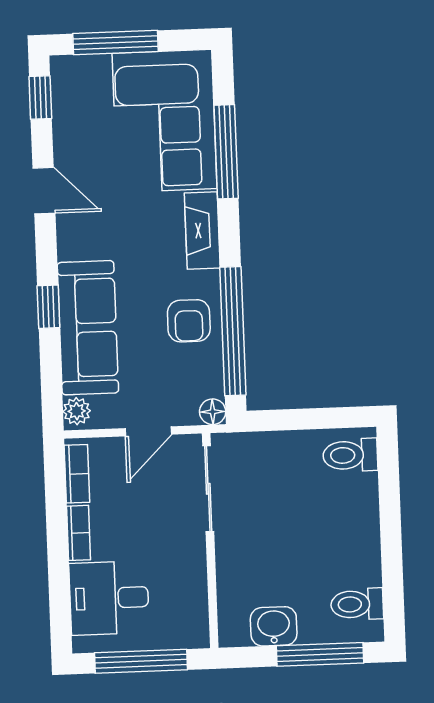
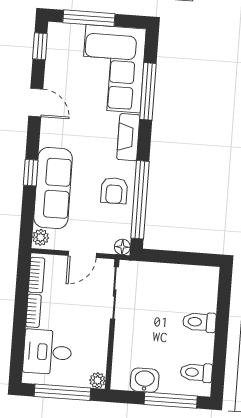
toilet: (350, 455) -> (199, 322), moved
plant: (196, 635) -> (97, 380), added

